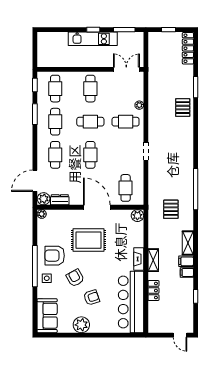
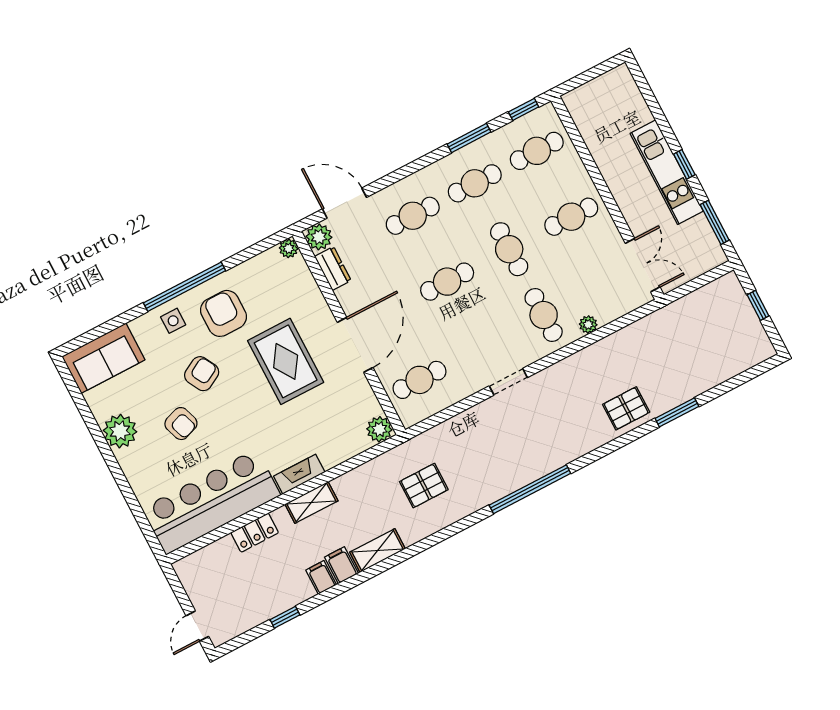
locker: (188, 48) -> (742, 360), removed
window: (196, 189) -> (530, 489), moved

